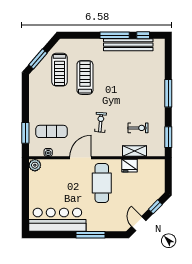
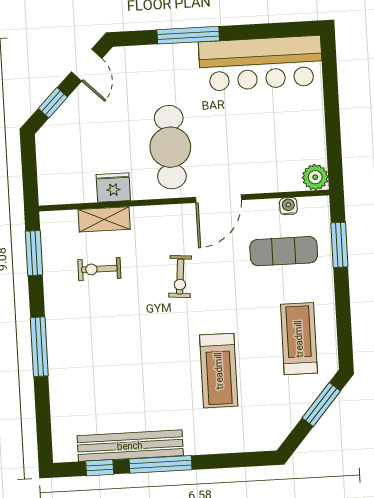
treadmill: (60, 70) -> (299, 339), moved

